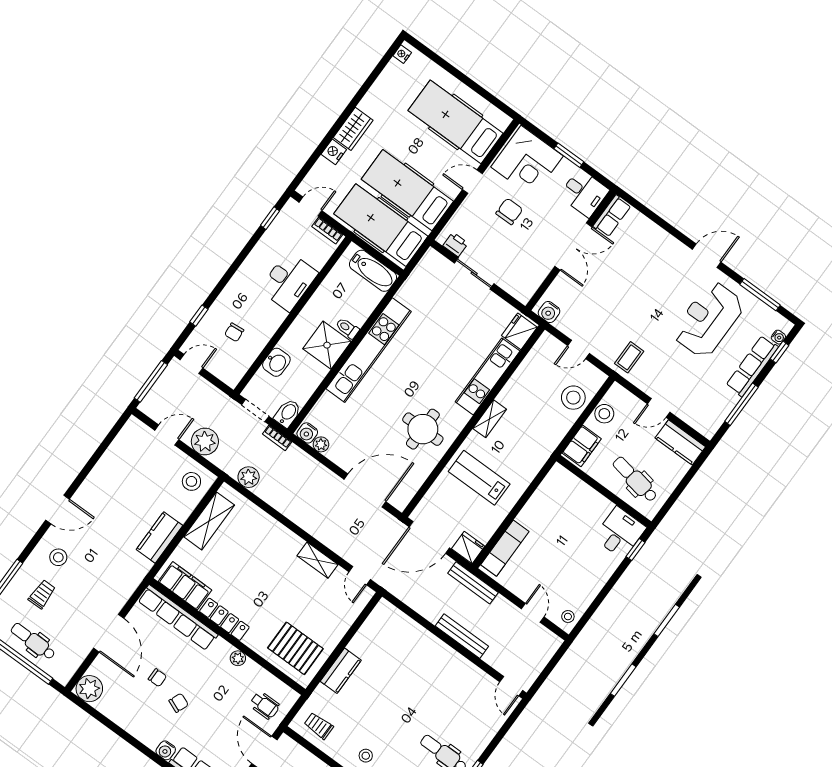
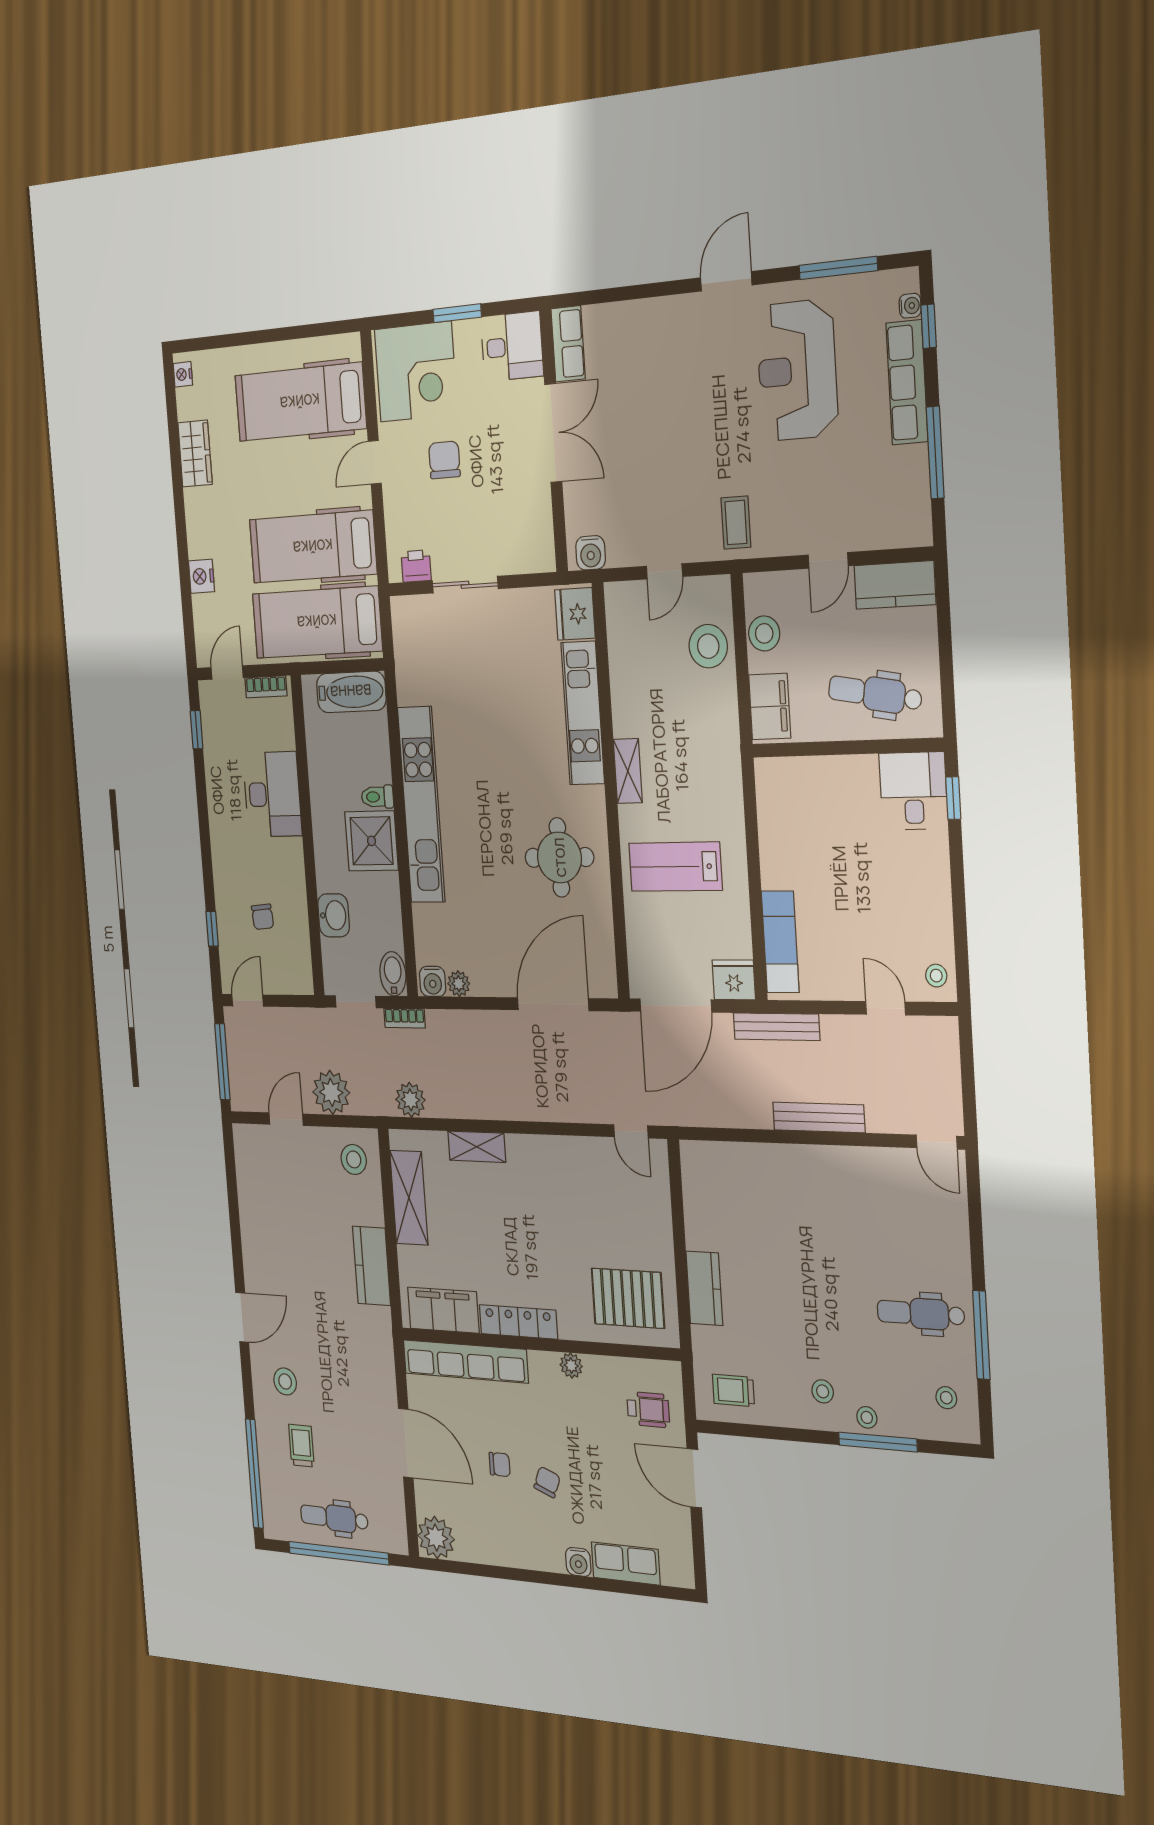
wardrobe: (353, 129) -> (195, 454), moved
shelving: (317, 560) -> (477, 1147), moved

